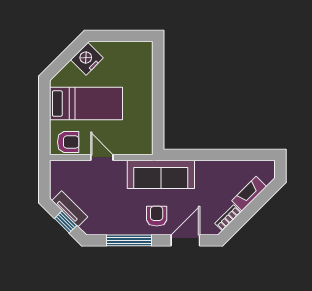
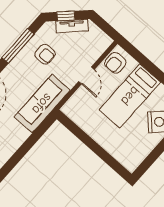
door: (102, 157) -> (86, 76), hinge flipped
armchair: (157, 216) -> (45, 54), moved

